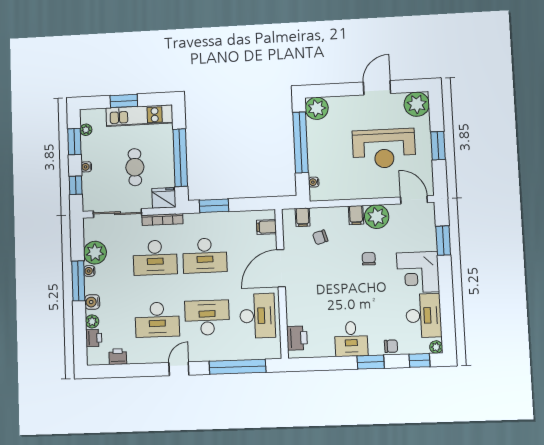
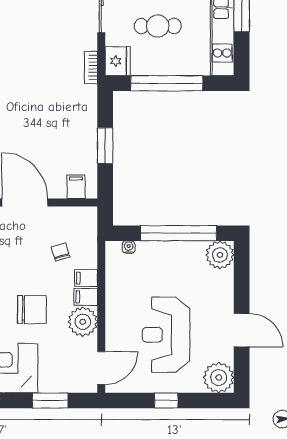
window: (438, 146) -> (166, 400), width x0.67
window: (214, 206) -> (105, 146), moved
filing cabinet: (303, 217) -> (86, 278), moved
bookcase: (162, 219) -> (91, 67), width x0.64
desk: (205, 255) -> (44, 109), removed
desk: (155, 258) -> (44, 48), removed
chair: (369, 259) -> (32, 310), width x1.87, depth x1.87

